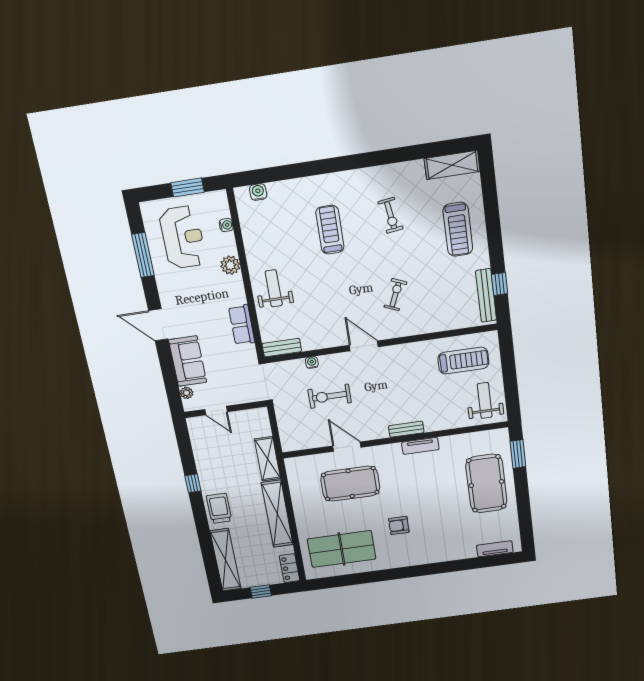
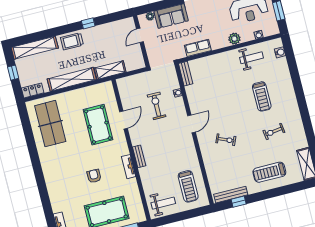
treadmill: (330, 230) -> (262, 96), turned 90
weight bench: (274, 288) -> (252, 58), moved
trolley: (219, 508) -> (72, 41), turned 180
armchair: (399, 526) -> (94, 176), moved

